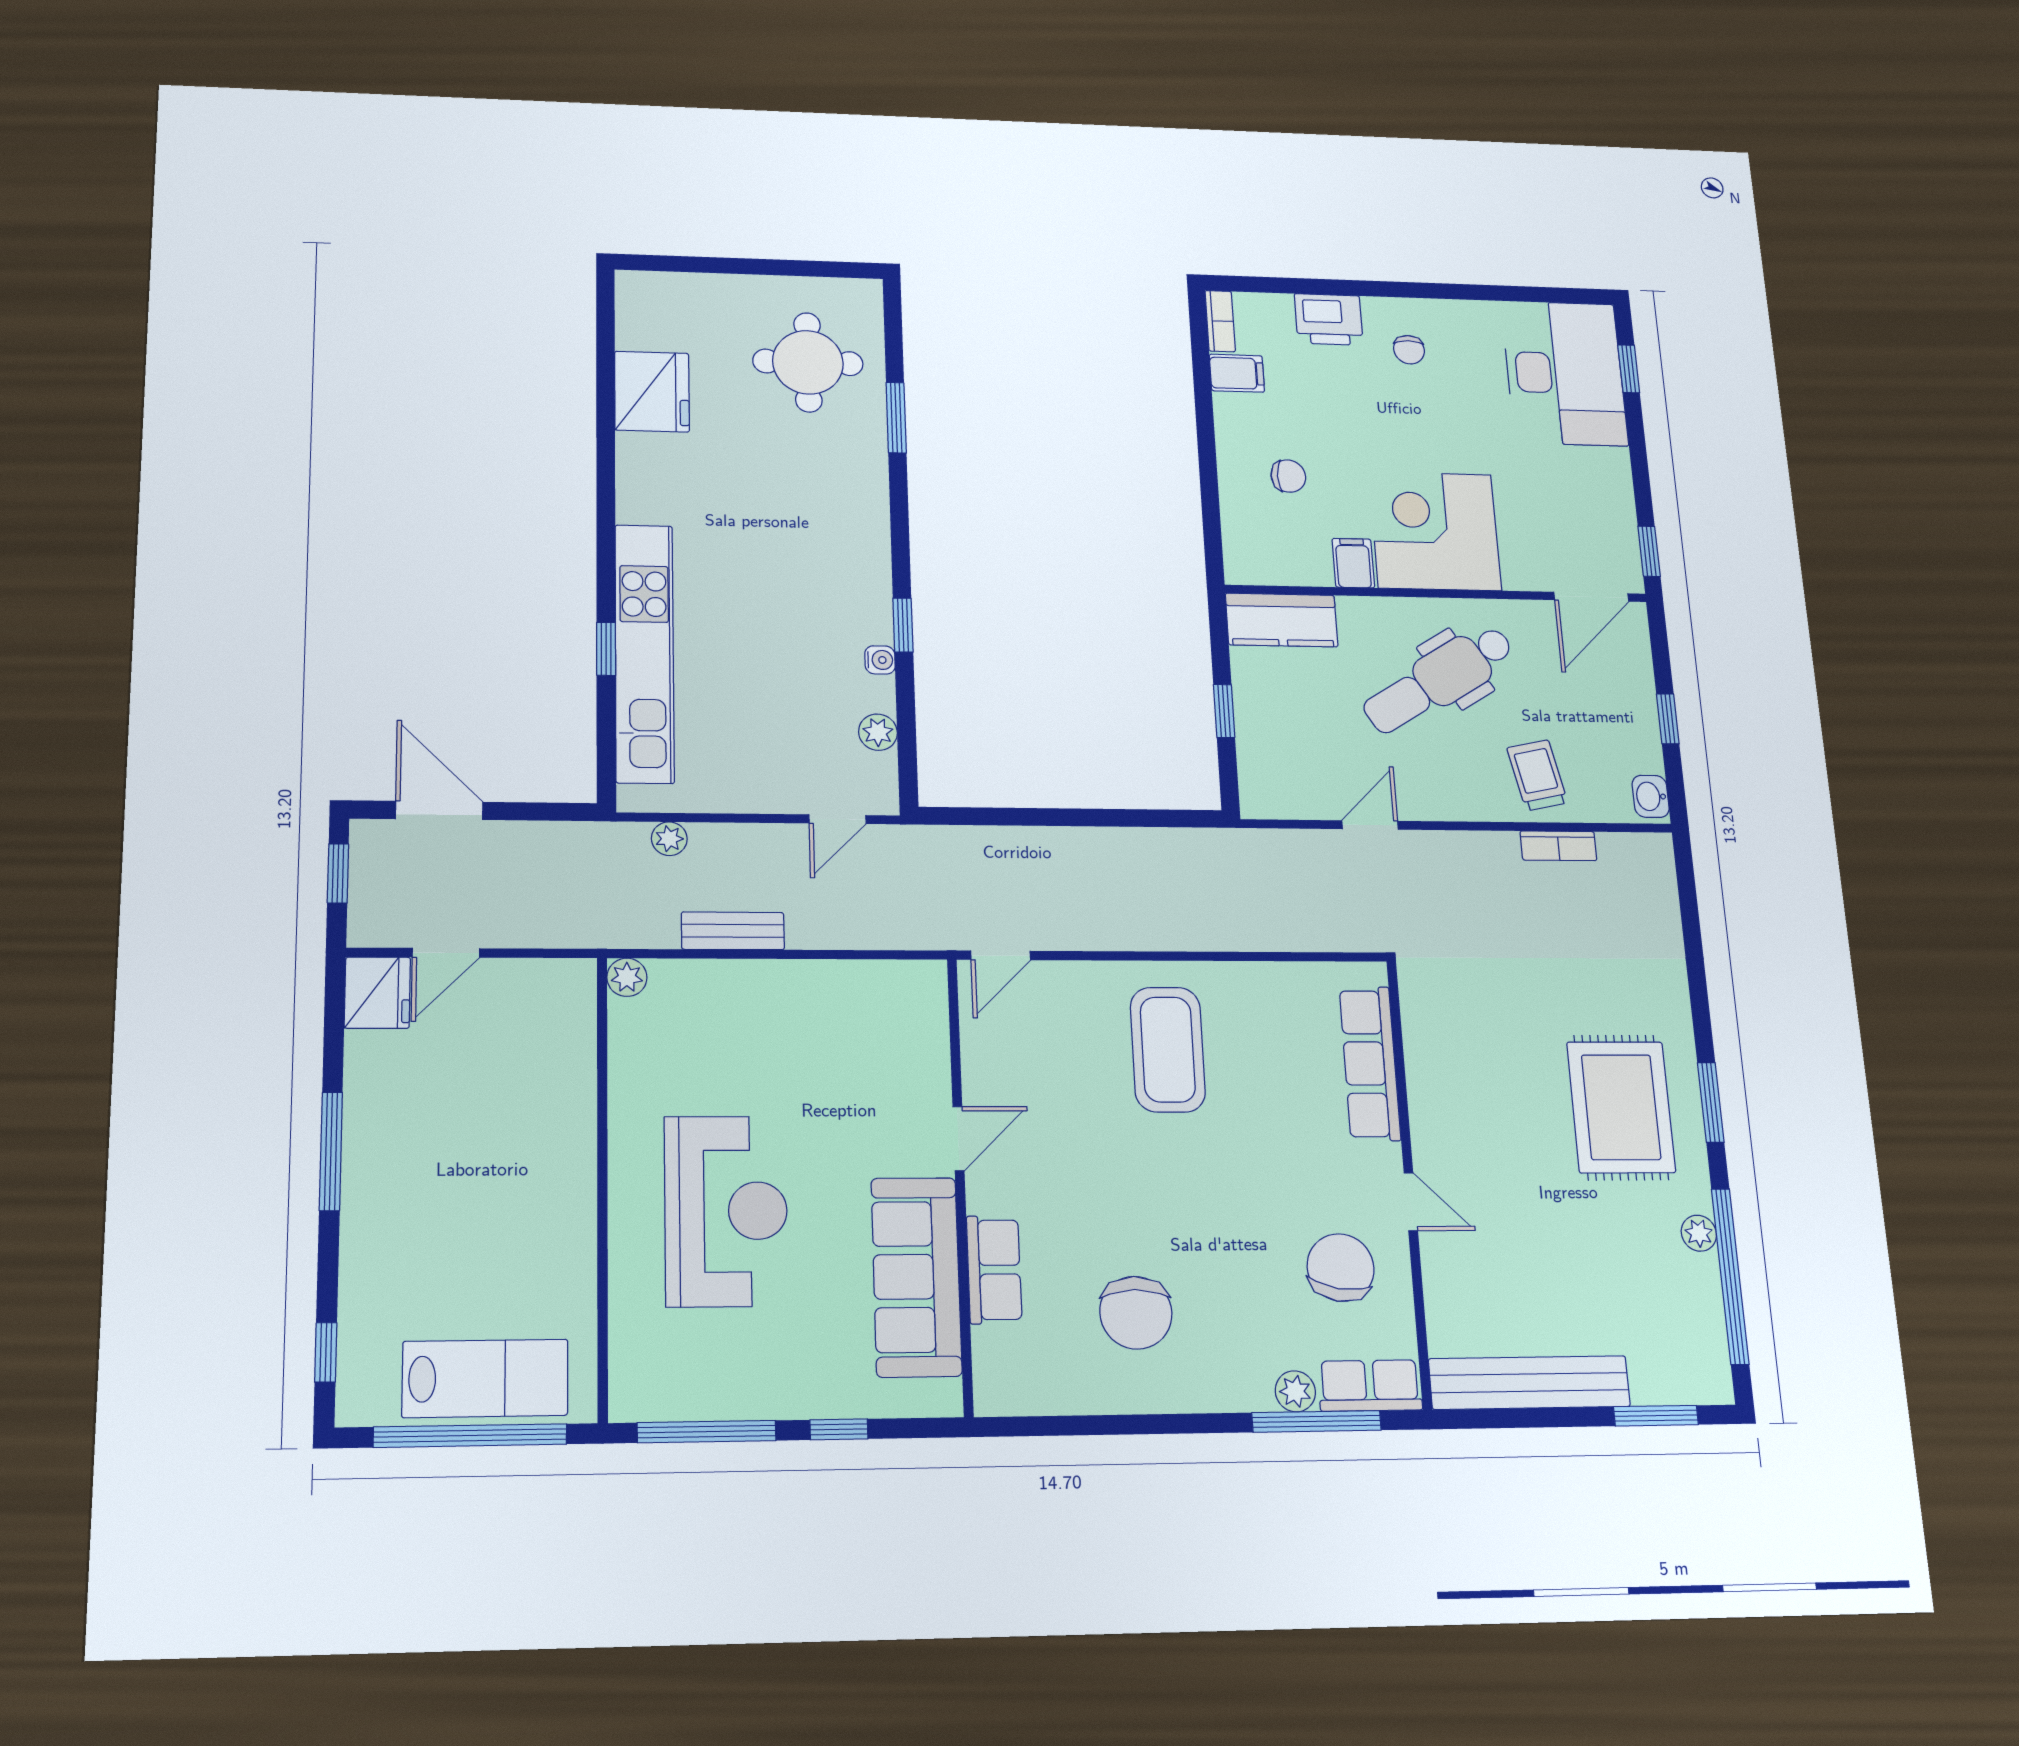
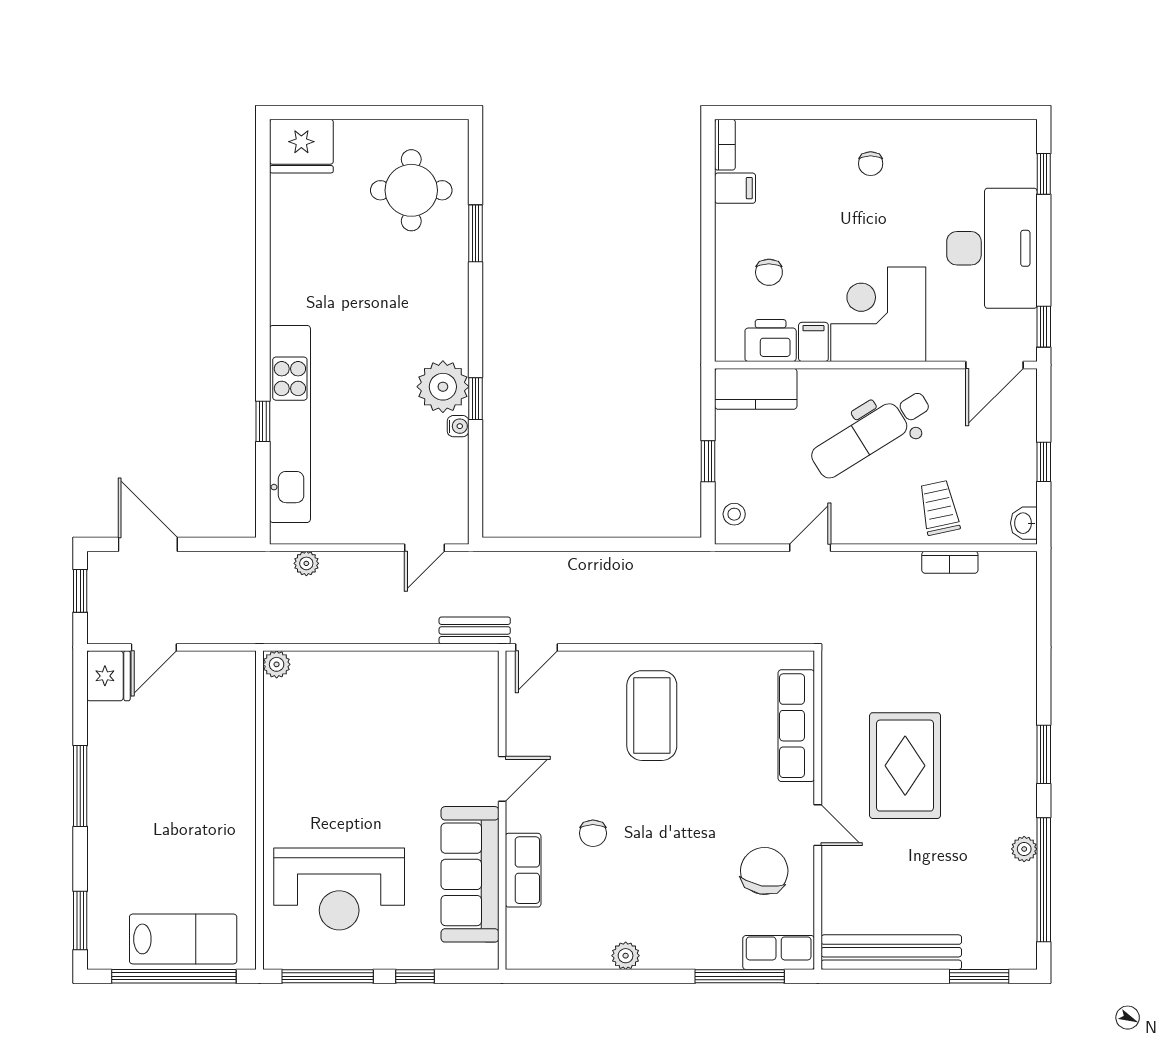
printer: (1329, 319) -> (771, 341), moved, turned 180
desk: (1564, 373) -> (992, 248), moved
fridge: (652, 392) -> (301, 146), moved, turned 90
chair: (1288, 476) -> (769, 272), turned 90
plant: (878, 732) -> (443, 387), moved, width x1.88, depth x1.88
stool: (1264, 780) -> (734, 514), added
bench: (733, 931) -> (475, 630), moved
rug: (1621, 1107) -> (905, 766), moved
reception desk: (726, 1211) -> (339, 889), moved, turned 90
chair: (1136, 1313) -> (593, 833), moved, width x0.54, depth x0.54
window: (326, 1352) -> (80, 920), width x1.50
plant: (1295, 1391) -> (626, 956), moved

